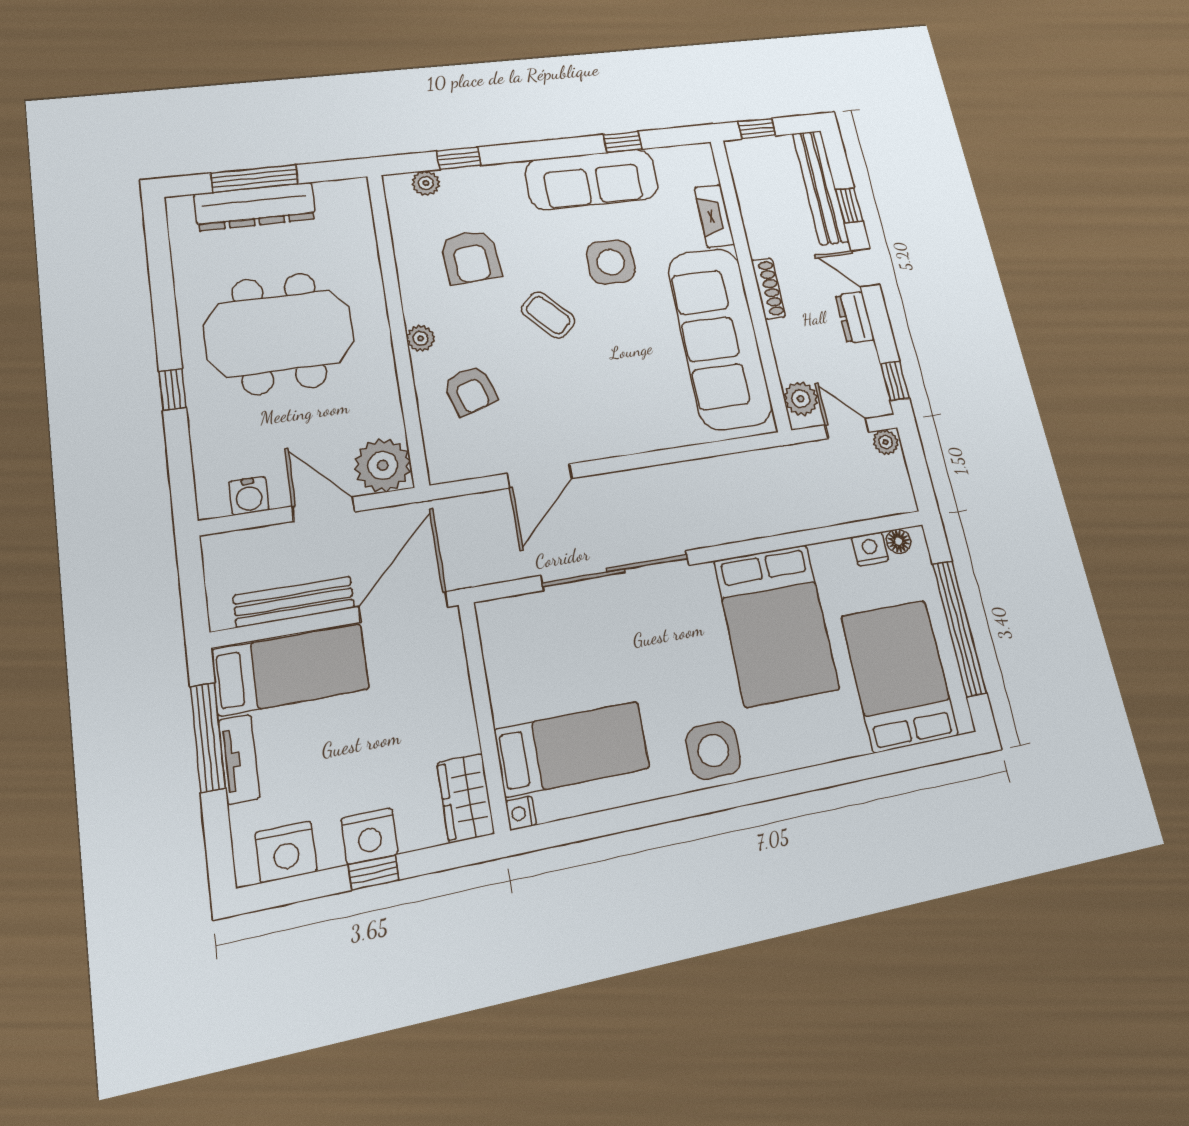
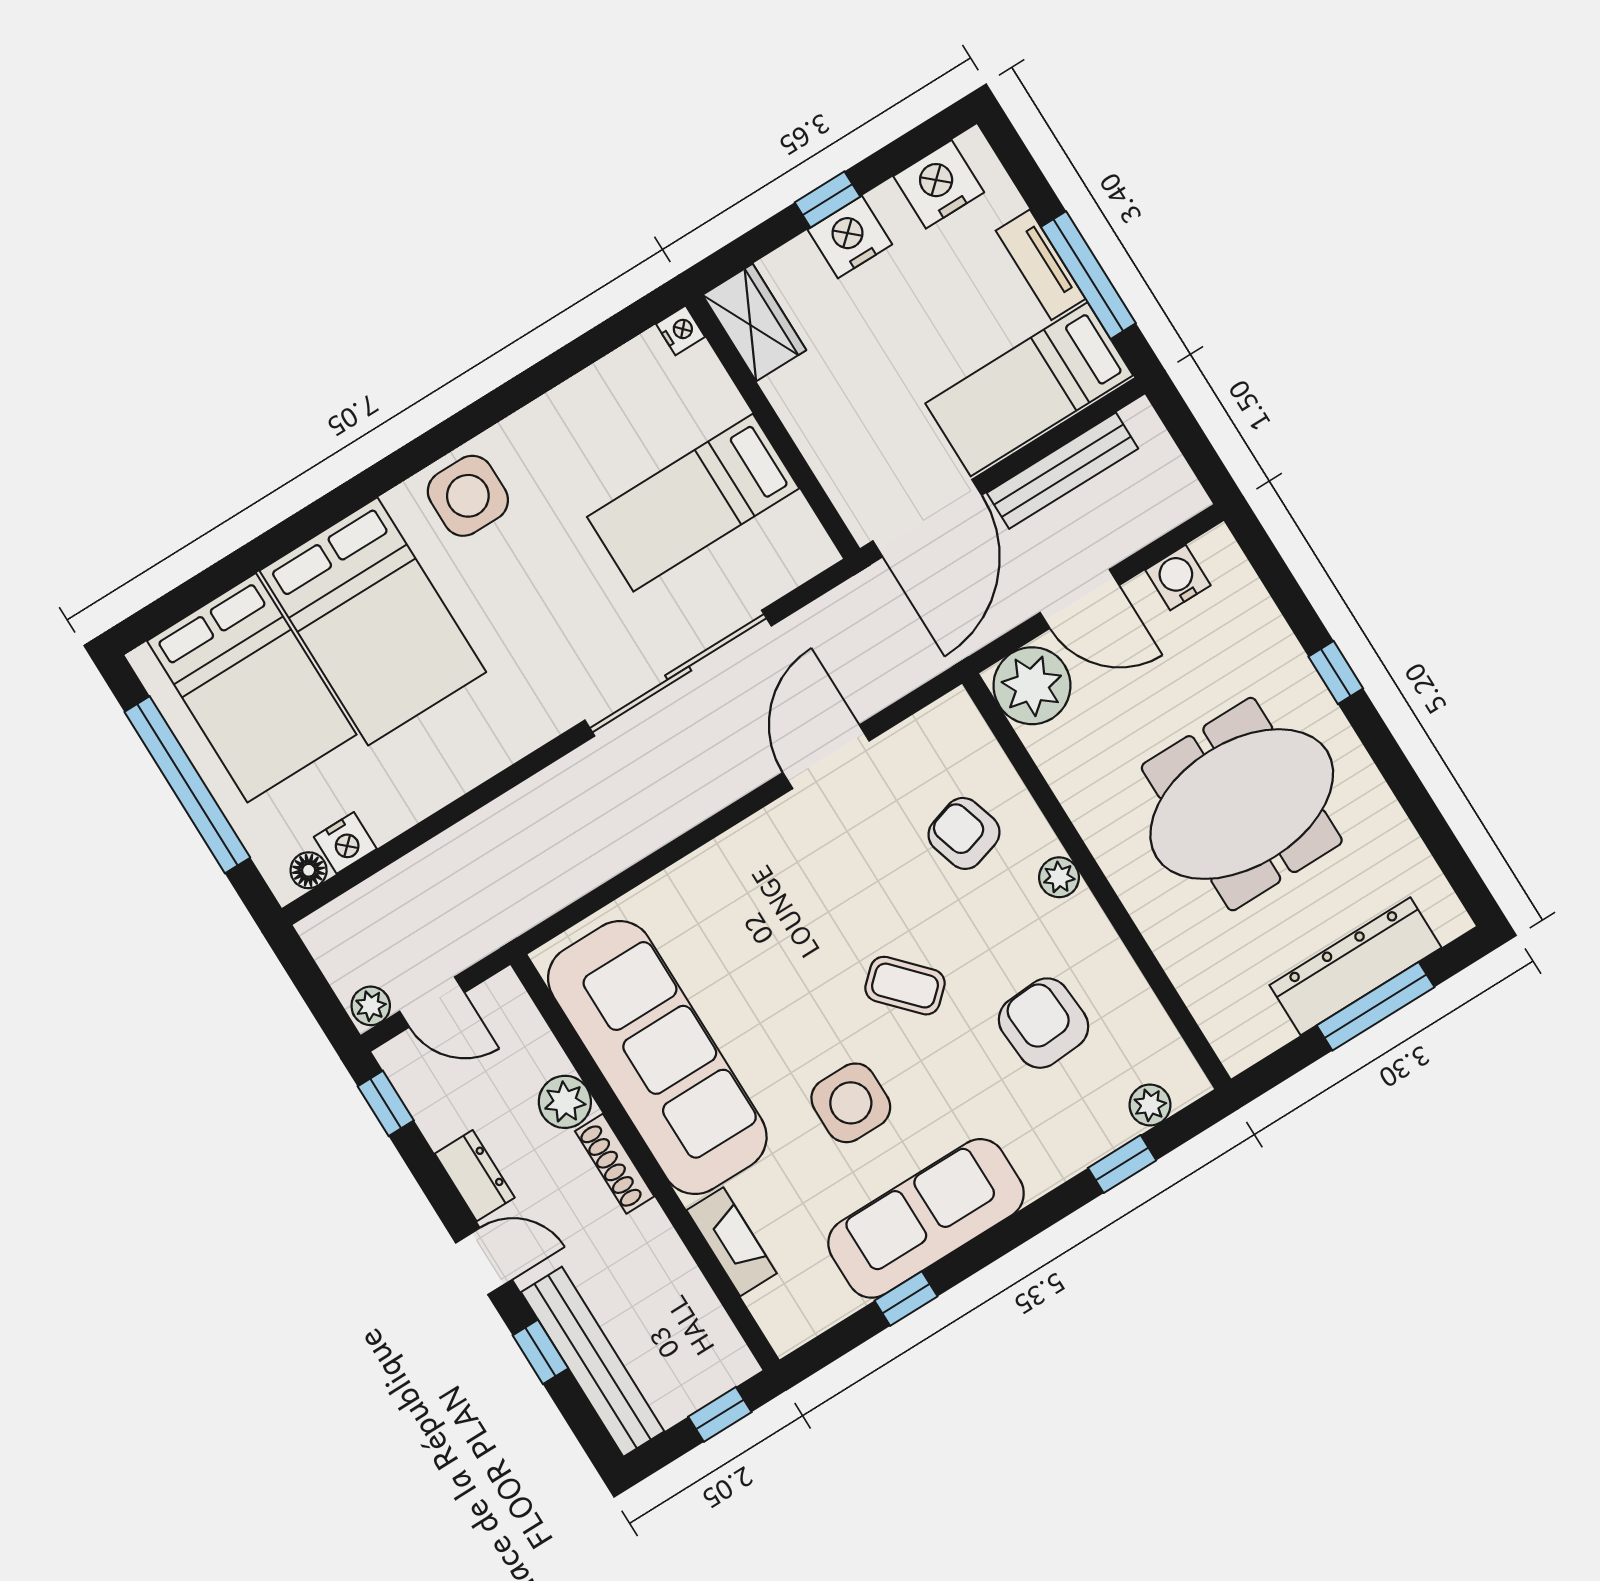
plant: (801, 399) -> (565, 1102), moved
bed: (776, 625) -> (373, 621), moved, turned 180
bed: (572, 749) -> (693, 503), moved

